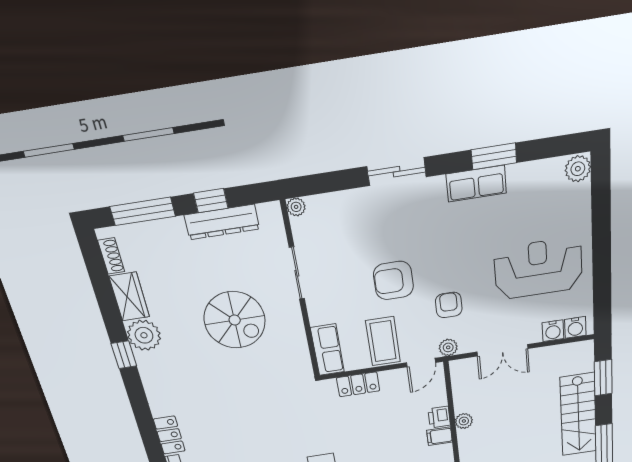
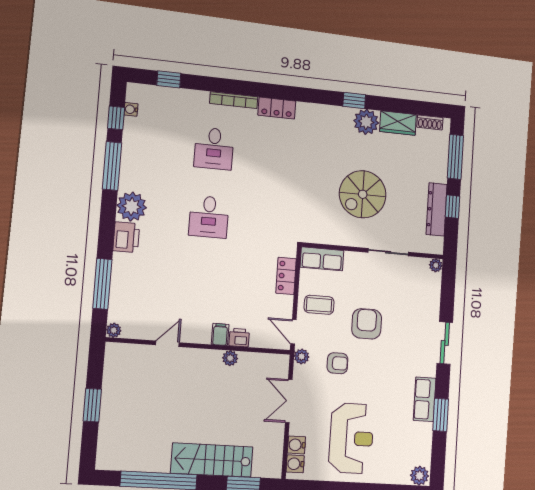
coffee table: (383, 341) -> (319, 305), width x0.73, depth x0.77

